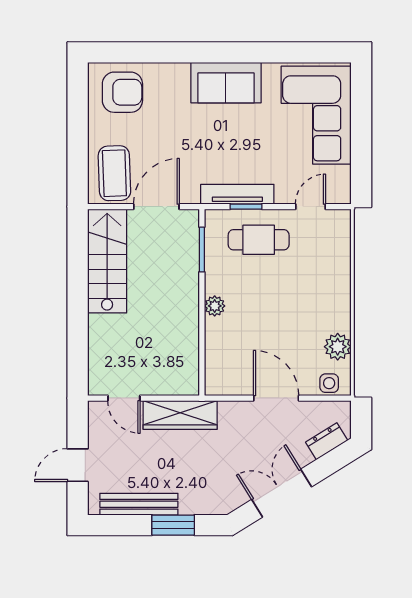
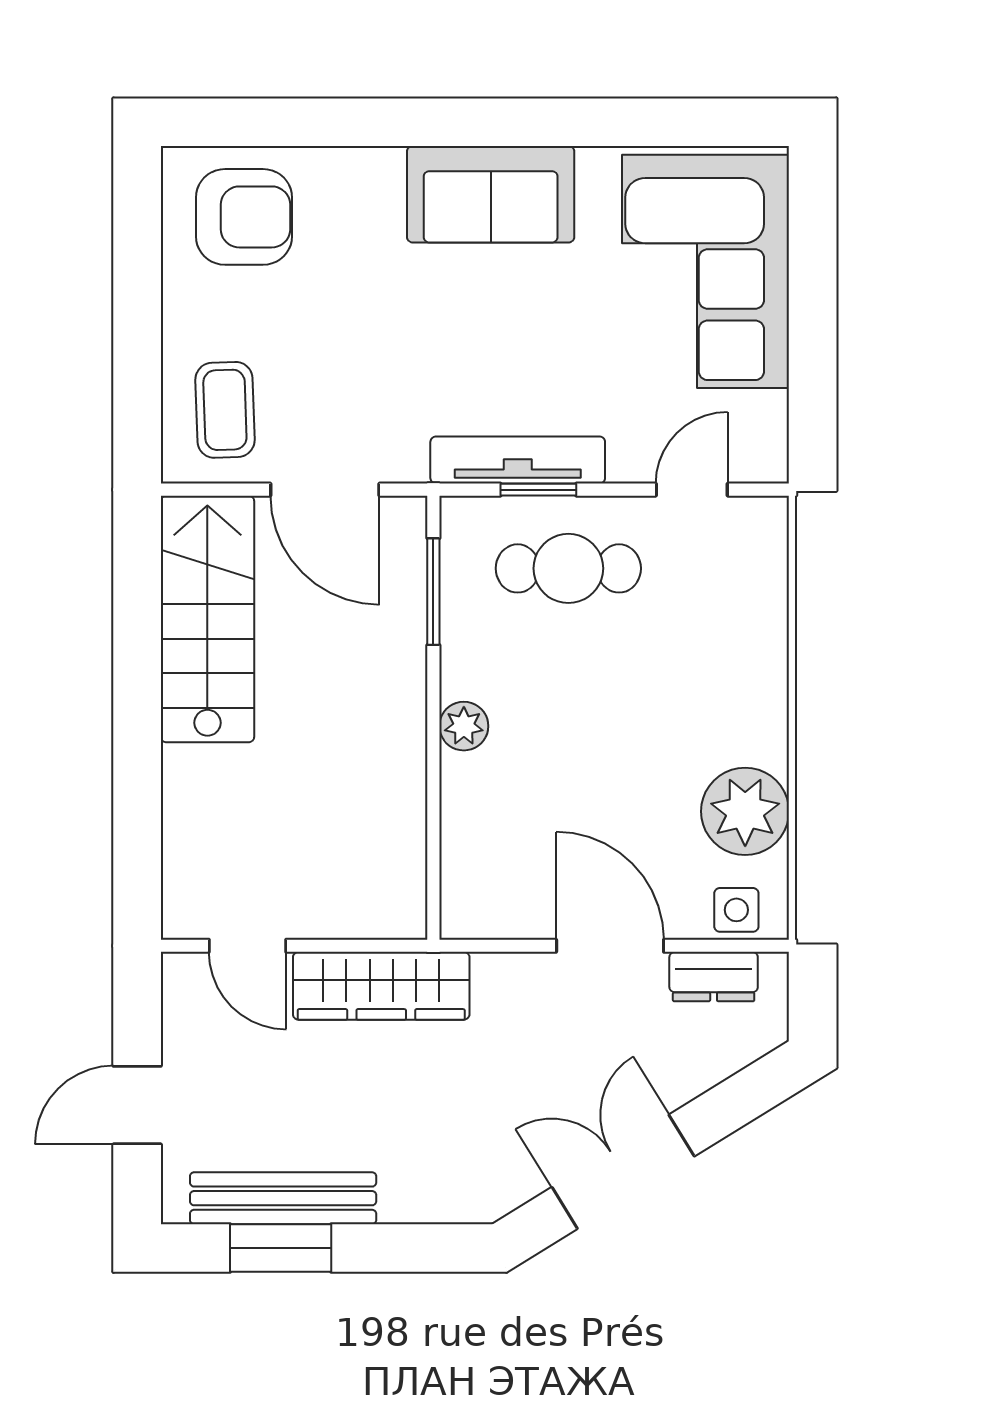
coffee table: (114, 173) -> (225, 410), width x0.73, depth x0.77
door: (156, 207) -> (325, 490), swing flipped
plant: (338, 347) -> (745, 811), width x1.36, depth x1.36
dresser: (327, 441) -> (714, 977), moved, turned -148
window: (173, 525) -> (281, 1248), moved

